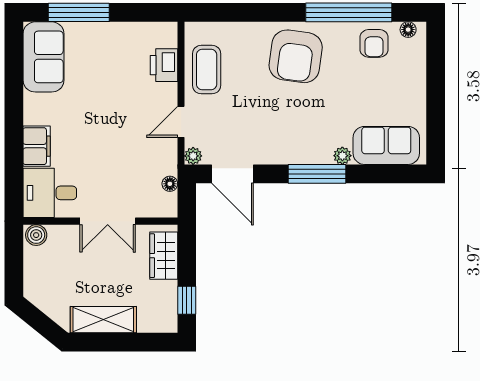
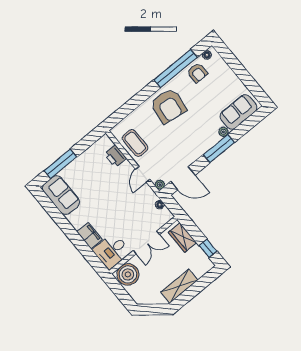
boiler: (36, 235) -> (128, 274), width x1.86, depth x1.86

